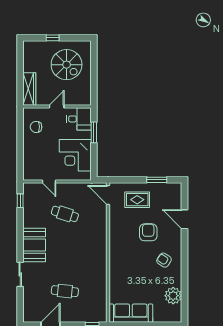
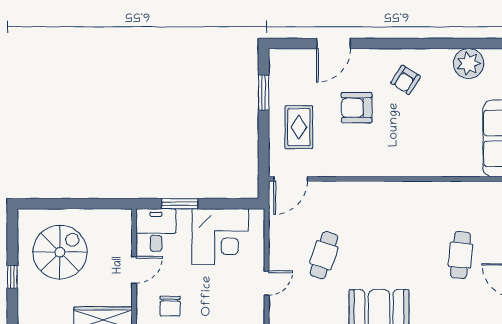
door: (57, 107) -> (134, 270), swing flipped

